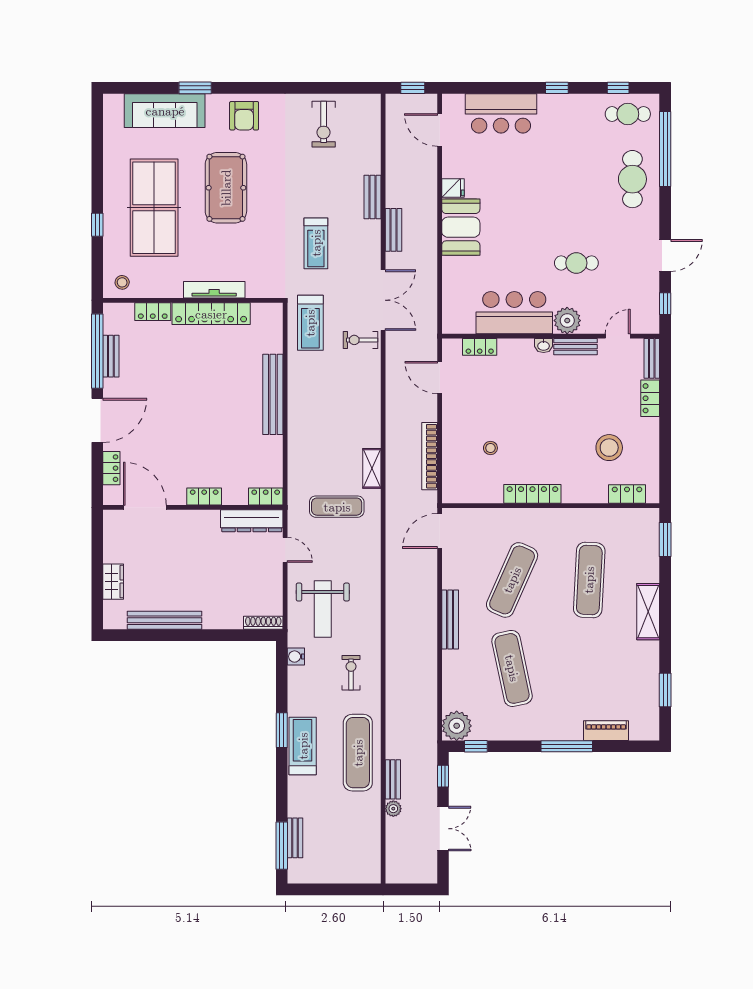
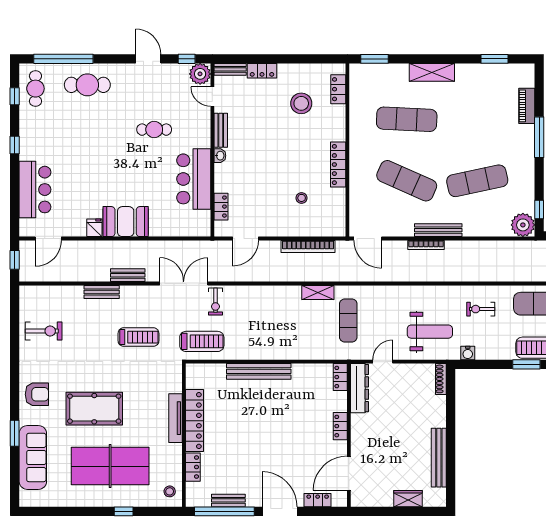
cafe table: (576, 263) -> (154, 130), turned 90
plant: (567, 321) -> (200, 74), moved
bookcase: (431, 604) -> (426, 245), added

